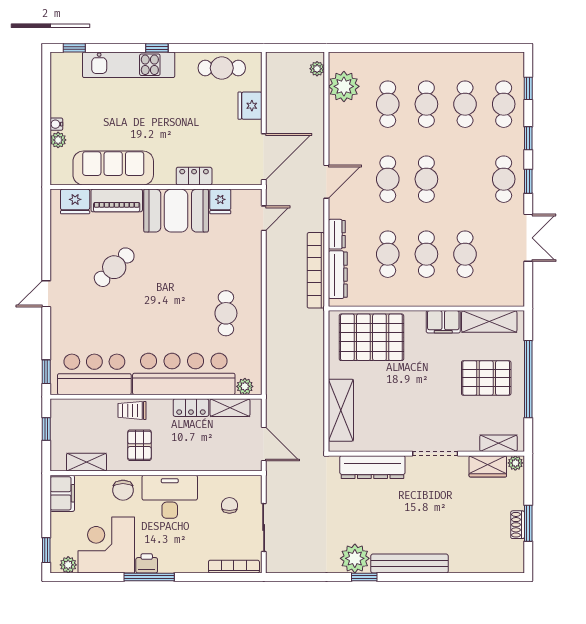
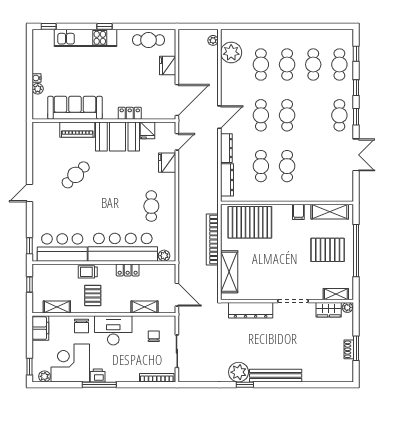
fridge: (75, 201) -> (167, 163), moved, turned 90
dresser: (337, 234) -> (226, 148), width x1.44
cafe table: (465, 254) -> (313, 166), removed
bookcase: (316, 270) -> (212, 240), moved
filing cabinet: (443, 322) -> (298, 212), width x0.50
shelving: (230, 408) -> (144, 307), moved

